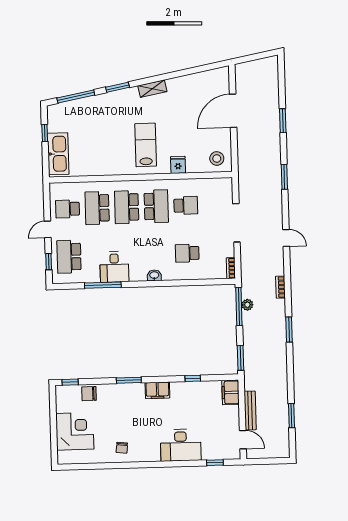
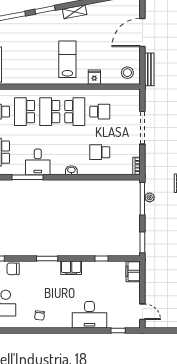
bench: (250, 410) -> (149, 69), moved

